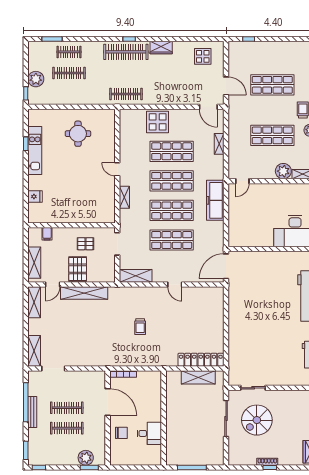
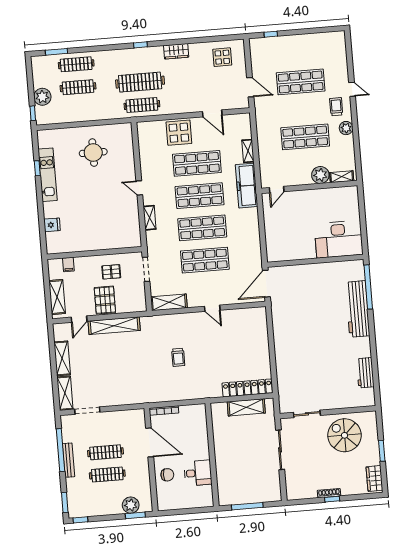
clothes rail: (69, 52) -> (76, 64), width x1.36
clothes rail: (126, 52) -> (140, 82), moved
door: (208, 107) -> (212, 113), moved
freezer: (215, 200) -> (247, 186), moved
shelving: (34, 302) -> (62, 358), moved
spiral stairs: (257, 420) -> (344, 435), moved, turned 90

